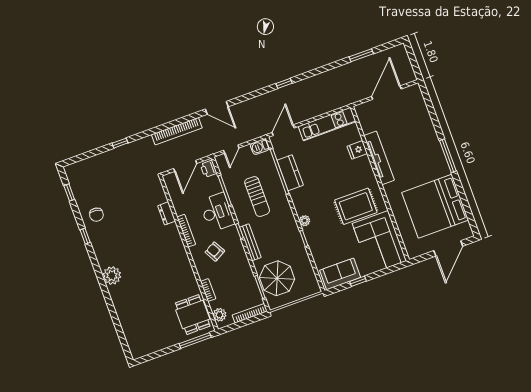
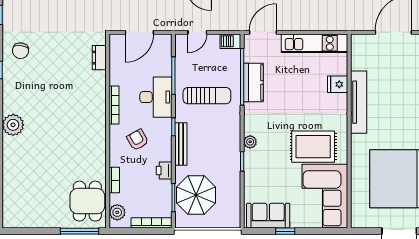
printer: (208, 169) -> (164, 170), moved
sun lounger: (257, 197) -> (207, 96), turned -90
dresser: (167, 213) -> (99, 58), moved

